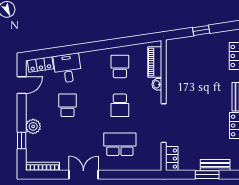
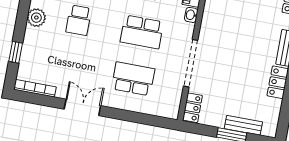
school desk: (67, 105) -> (79, 20), turned 180
school desk: (120, 105) -> (142, 32), width x1.85
plant: (33, 126) -> (36, 18), moved

